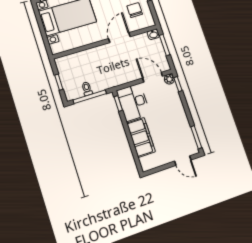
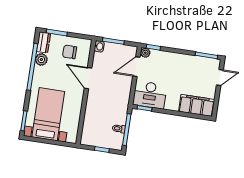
filing cabinet: (141, 137) -> (197, 105), moved

